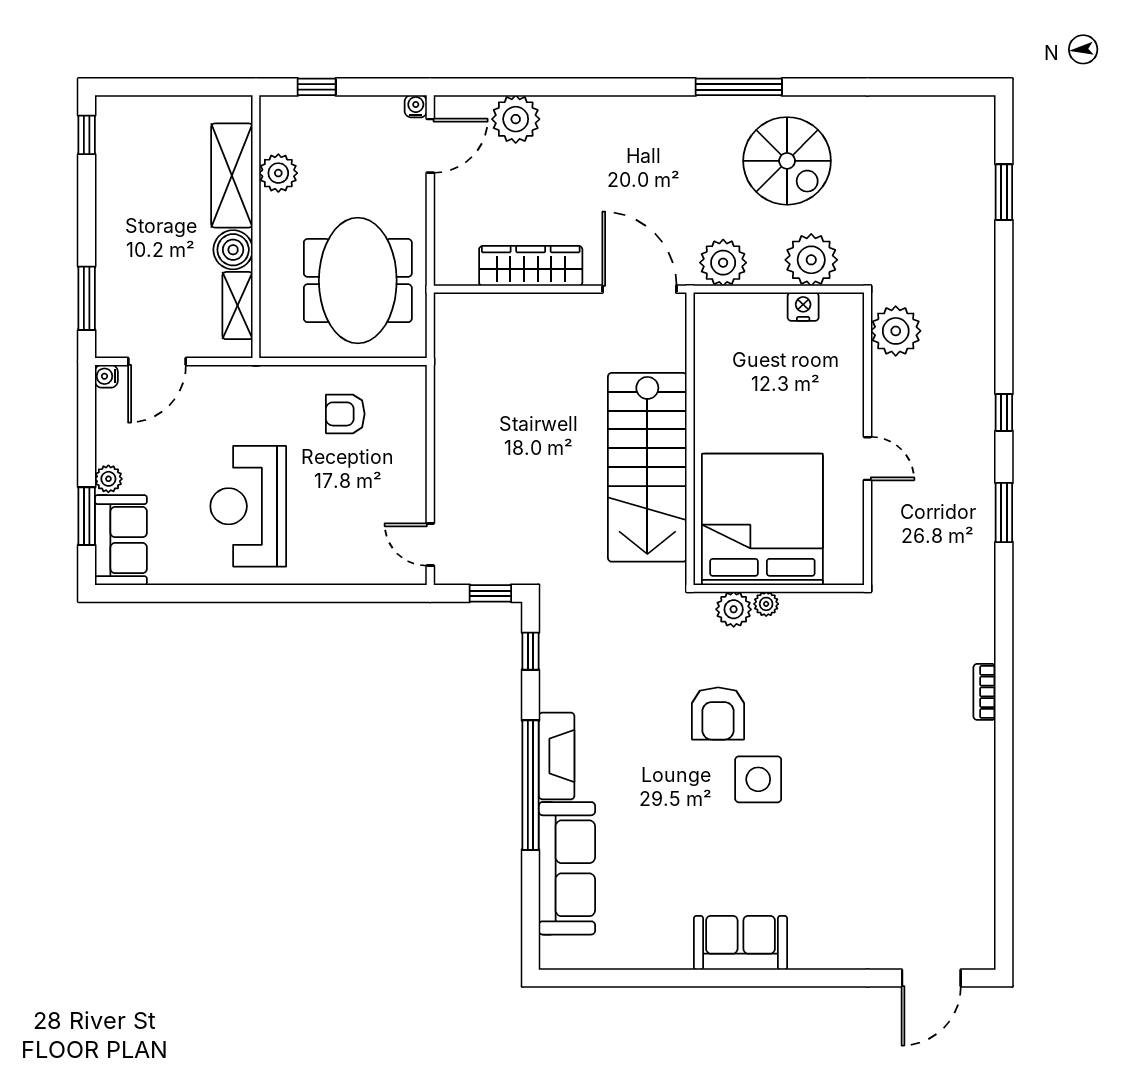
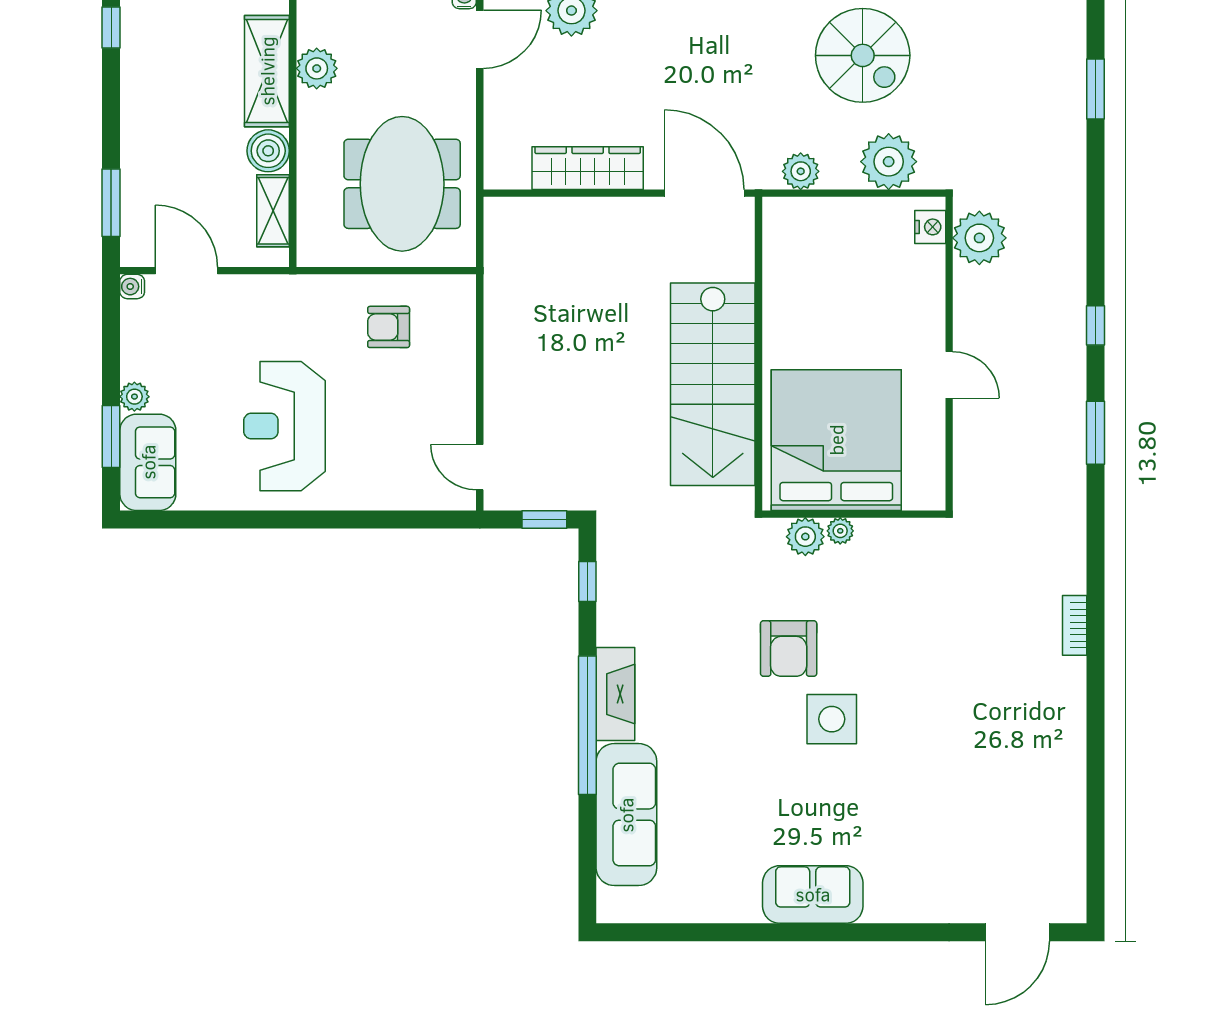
plant: (723, 263) -> (801, 171), width x0.73, depth x0.73
nightstand: (803, 307) -> (930, 227), moved, turned 90
door: (157, 361) -> (187, 271), swing flipped

